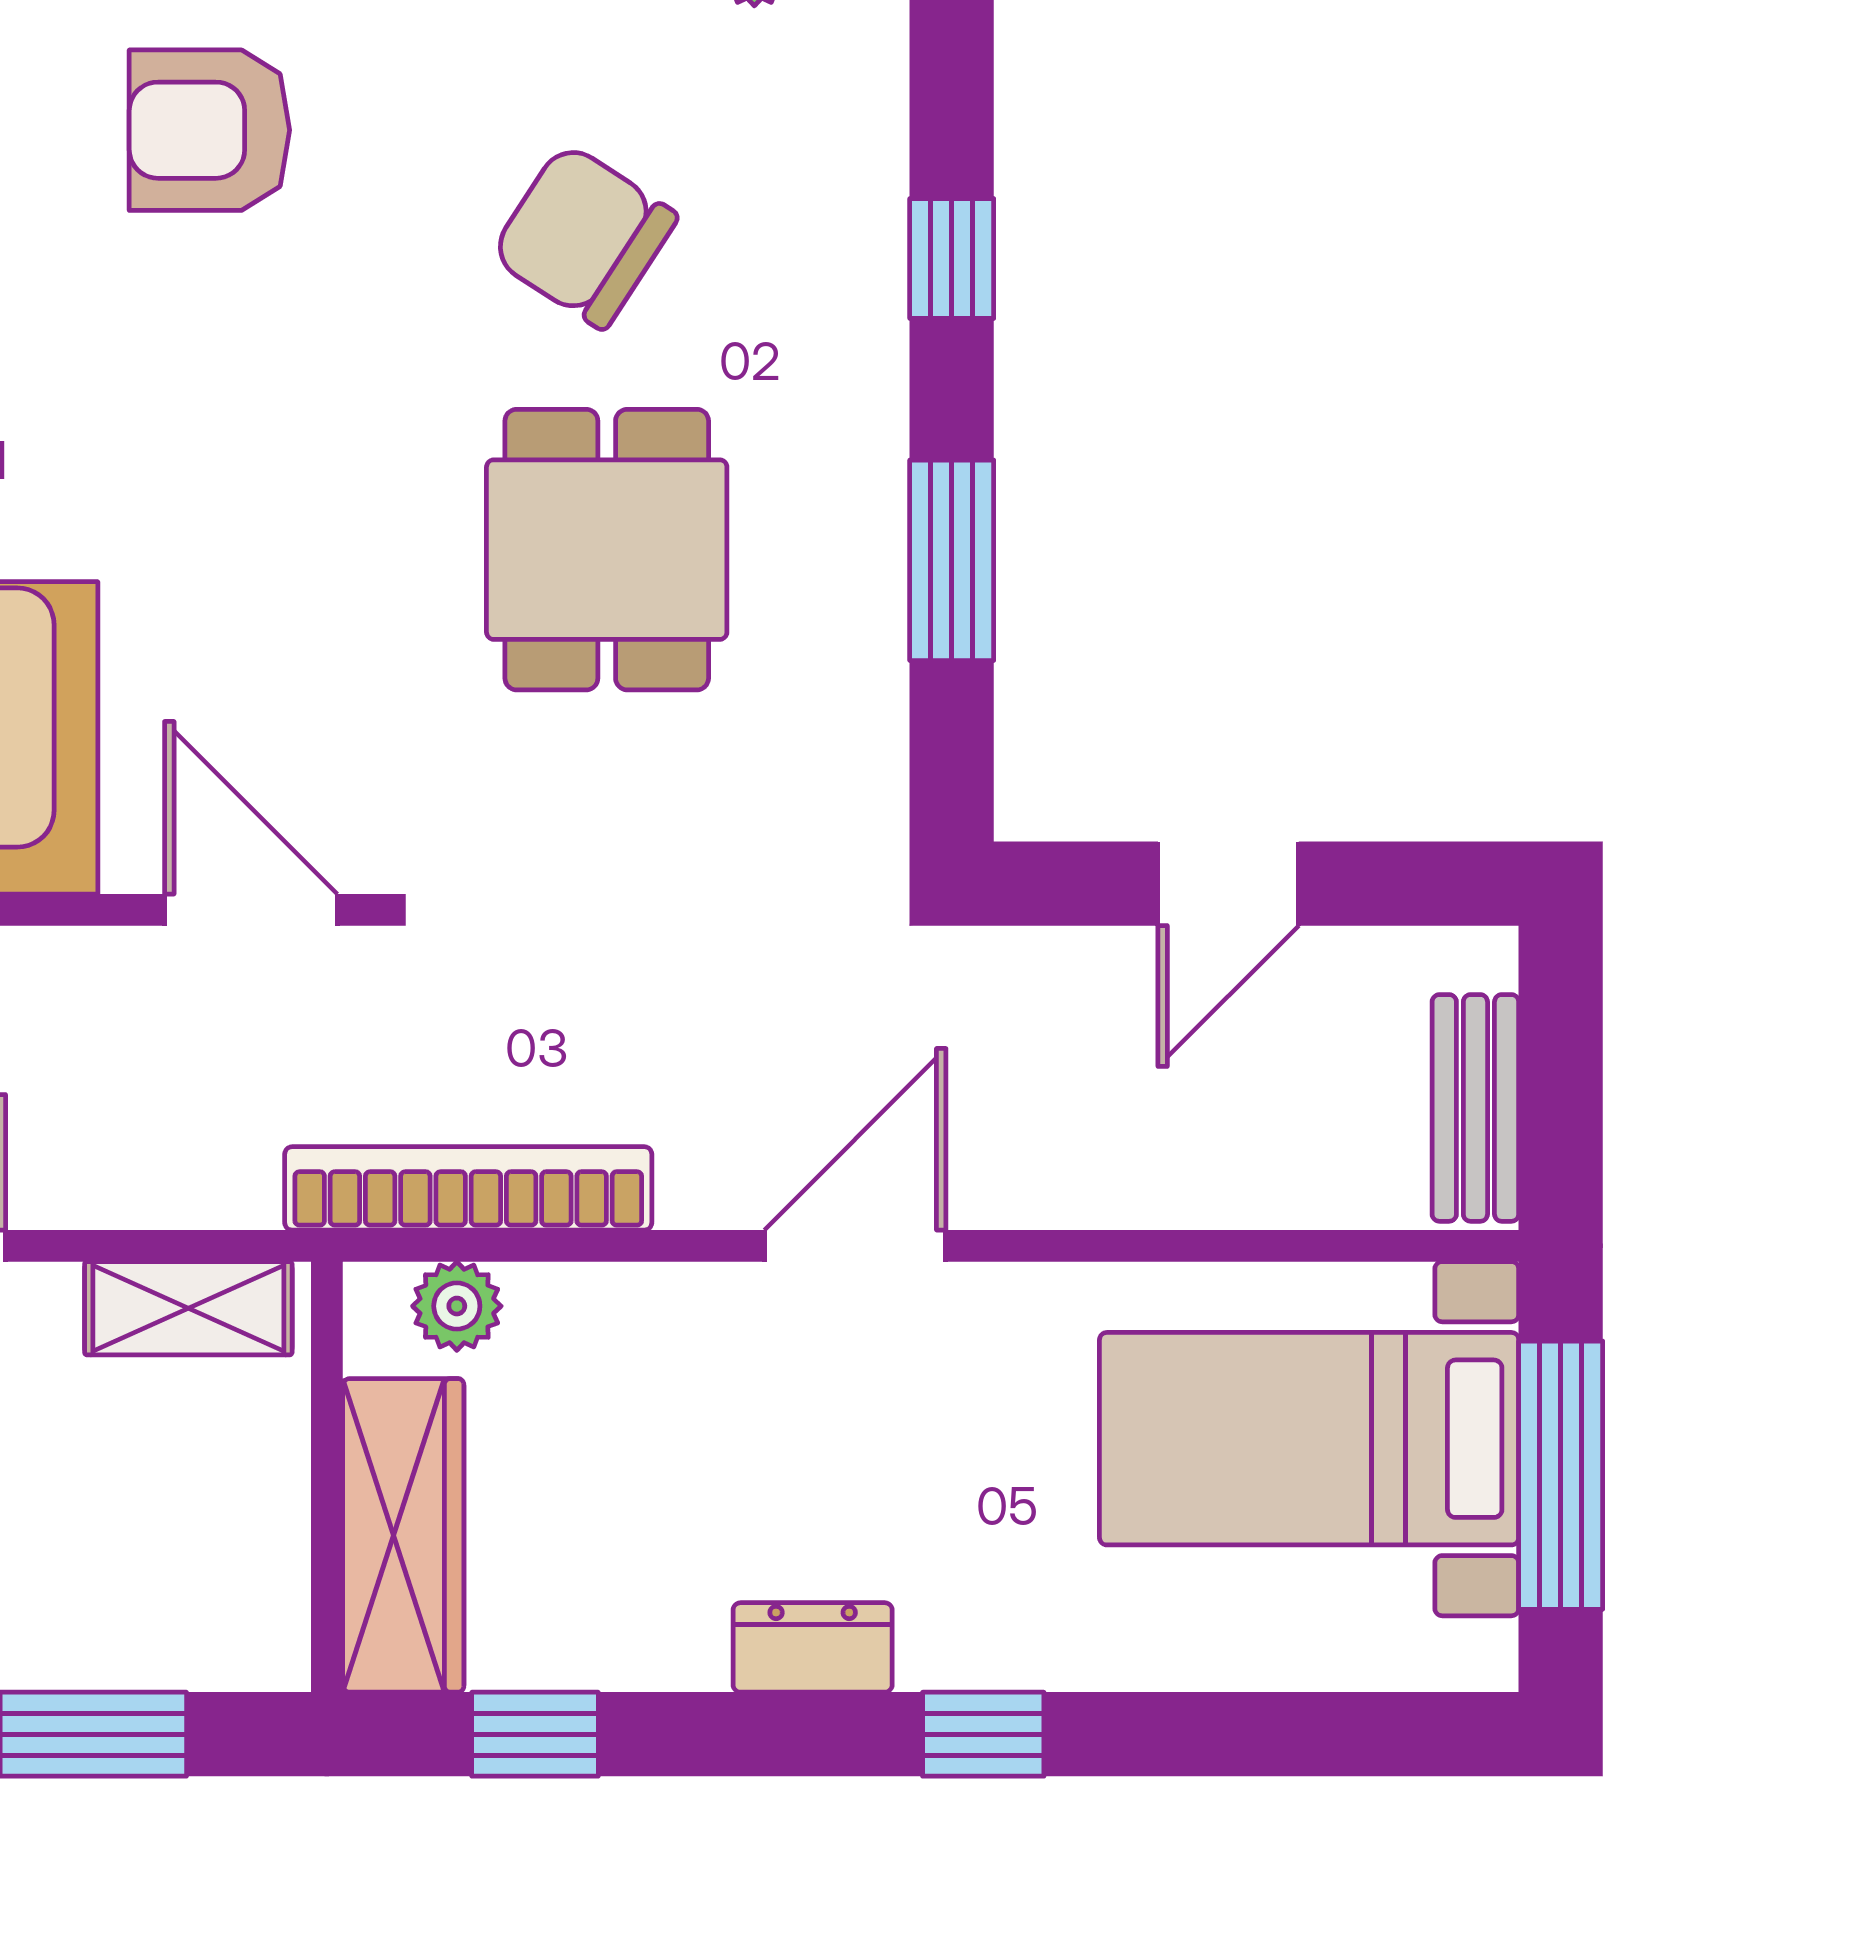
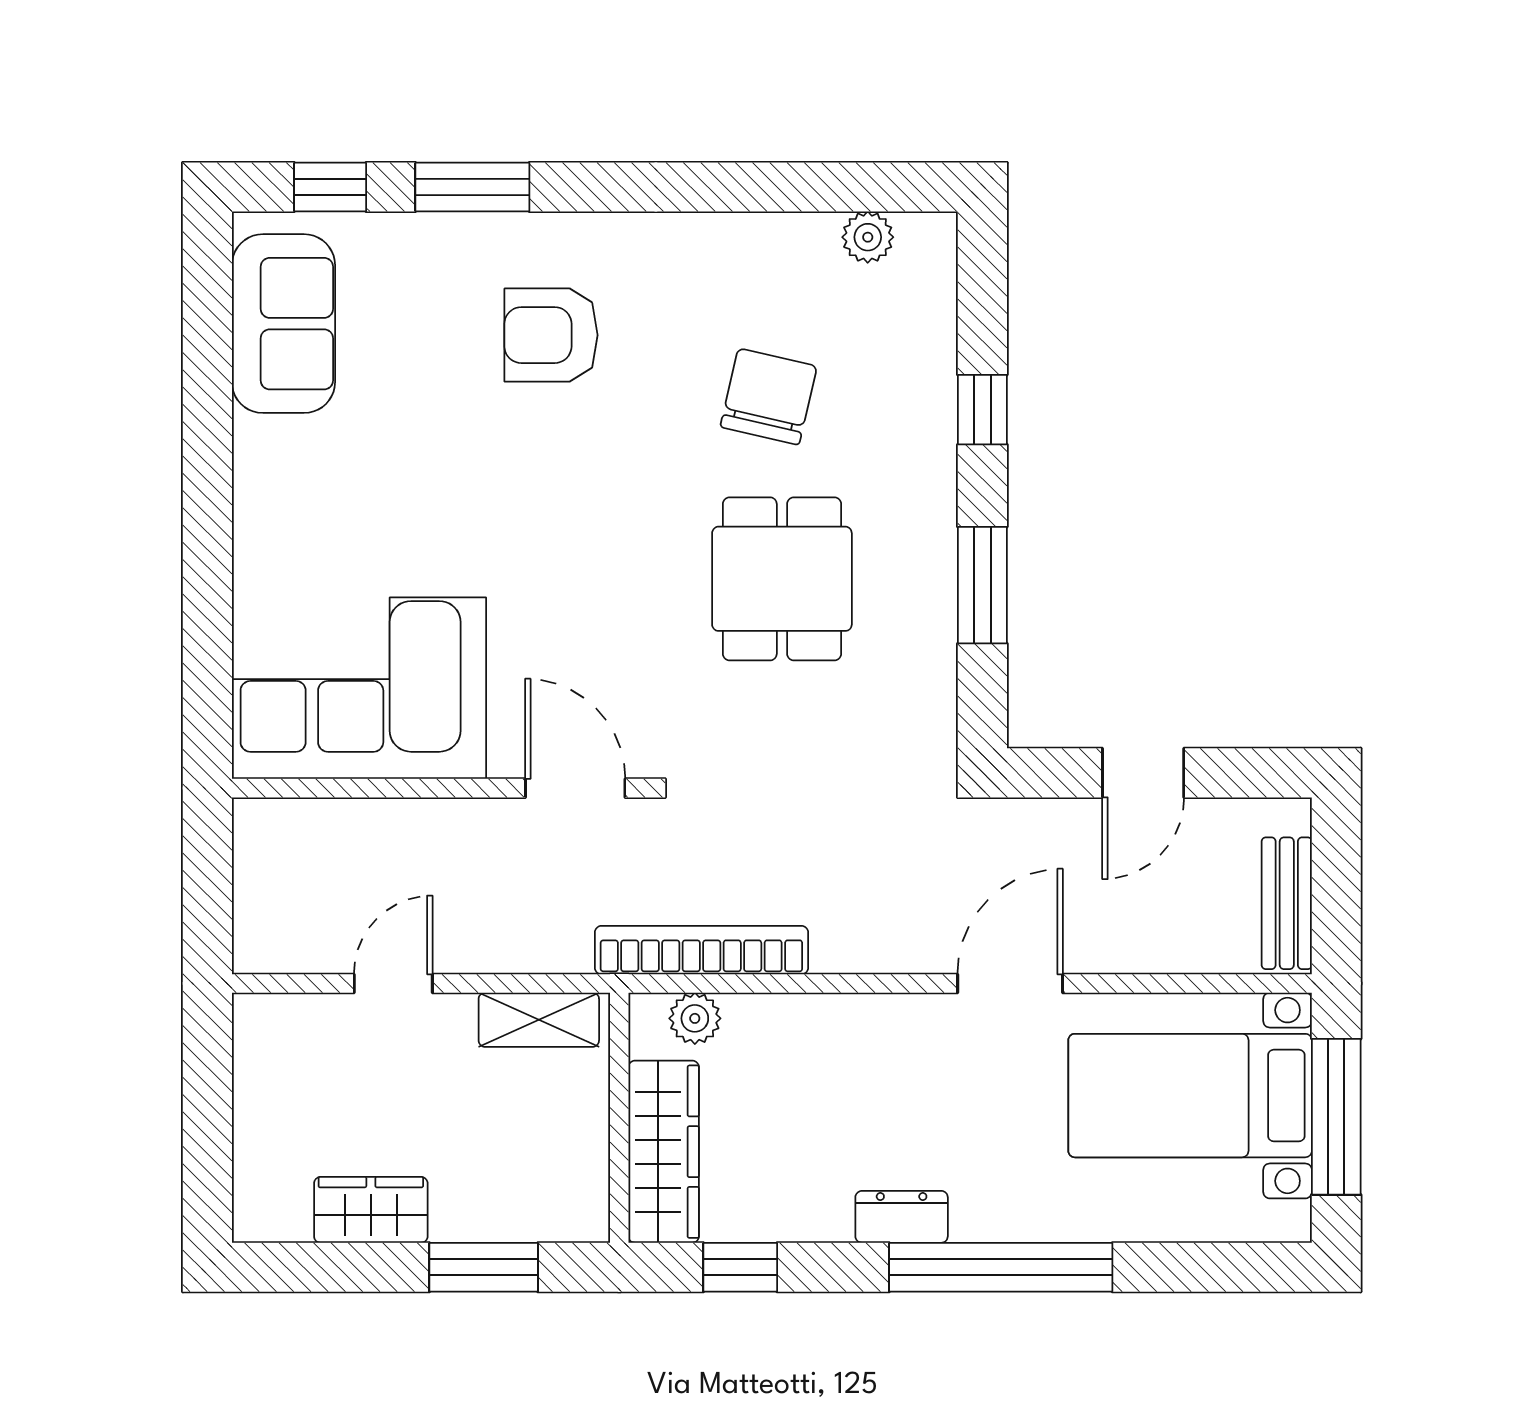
chair: (584, 236) -> (769, 397), turned 70
door: (855, 1246) -> (1010, 983), moved
window: (983, 1734) -> (1001, 1267), width x3.17

